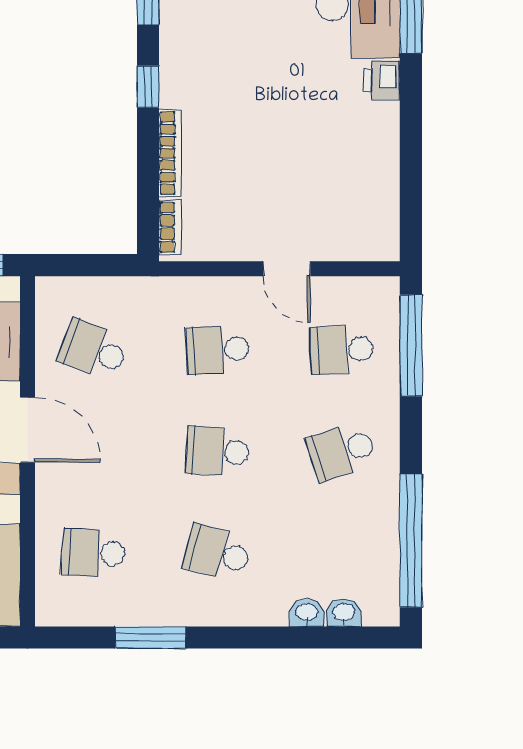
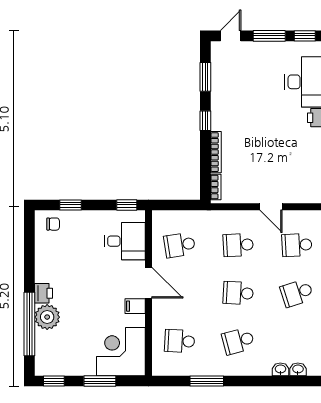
school desk: (93, 350) -> (180, 245), turned -30
school desk: (217, 553) -> (238, 341), turned -30

